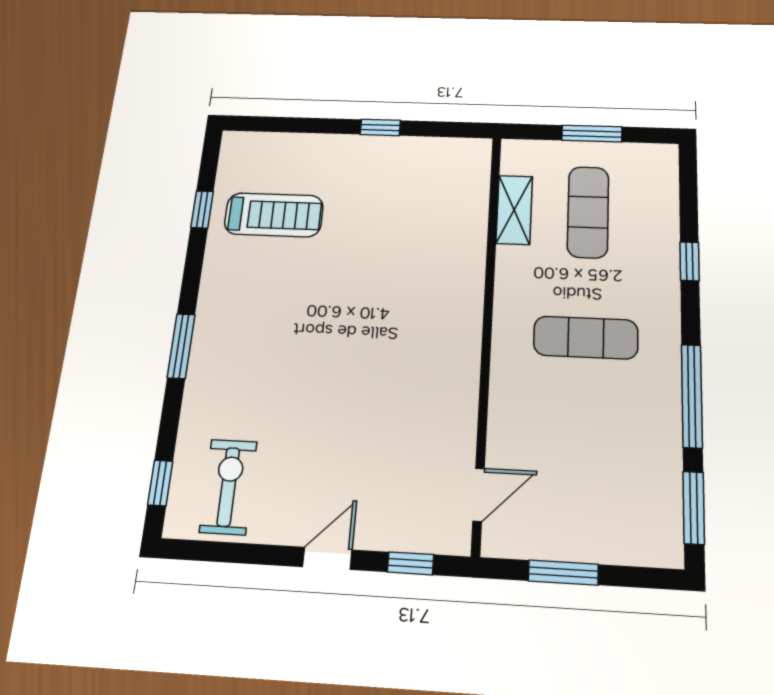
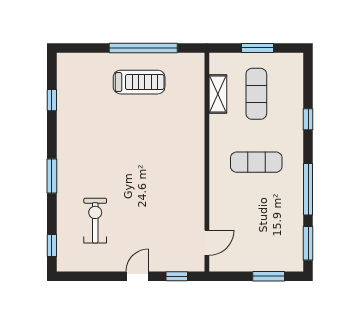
window: (380, 127) -> (143, 48), width x3.17
treadmill: (274, 215) -> (139, 82), moved
exercise bike: (228, 487) -> (95, 221), moved
window: (563, 573) -> (269, 276), moved

